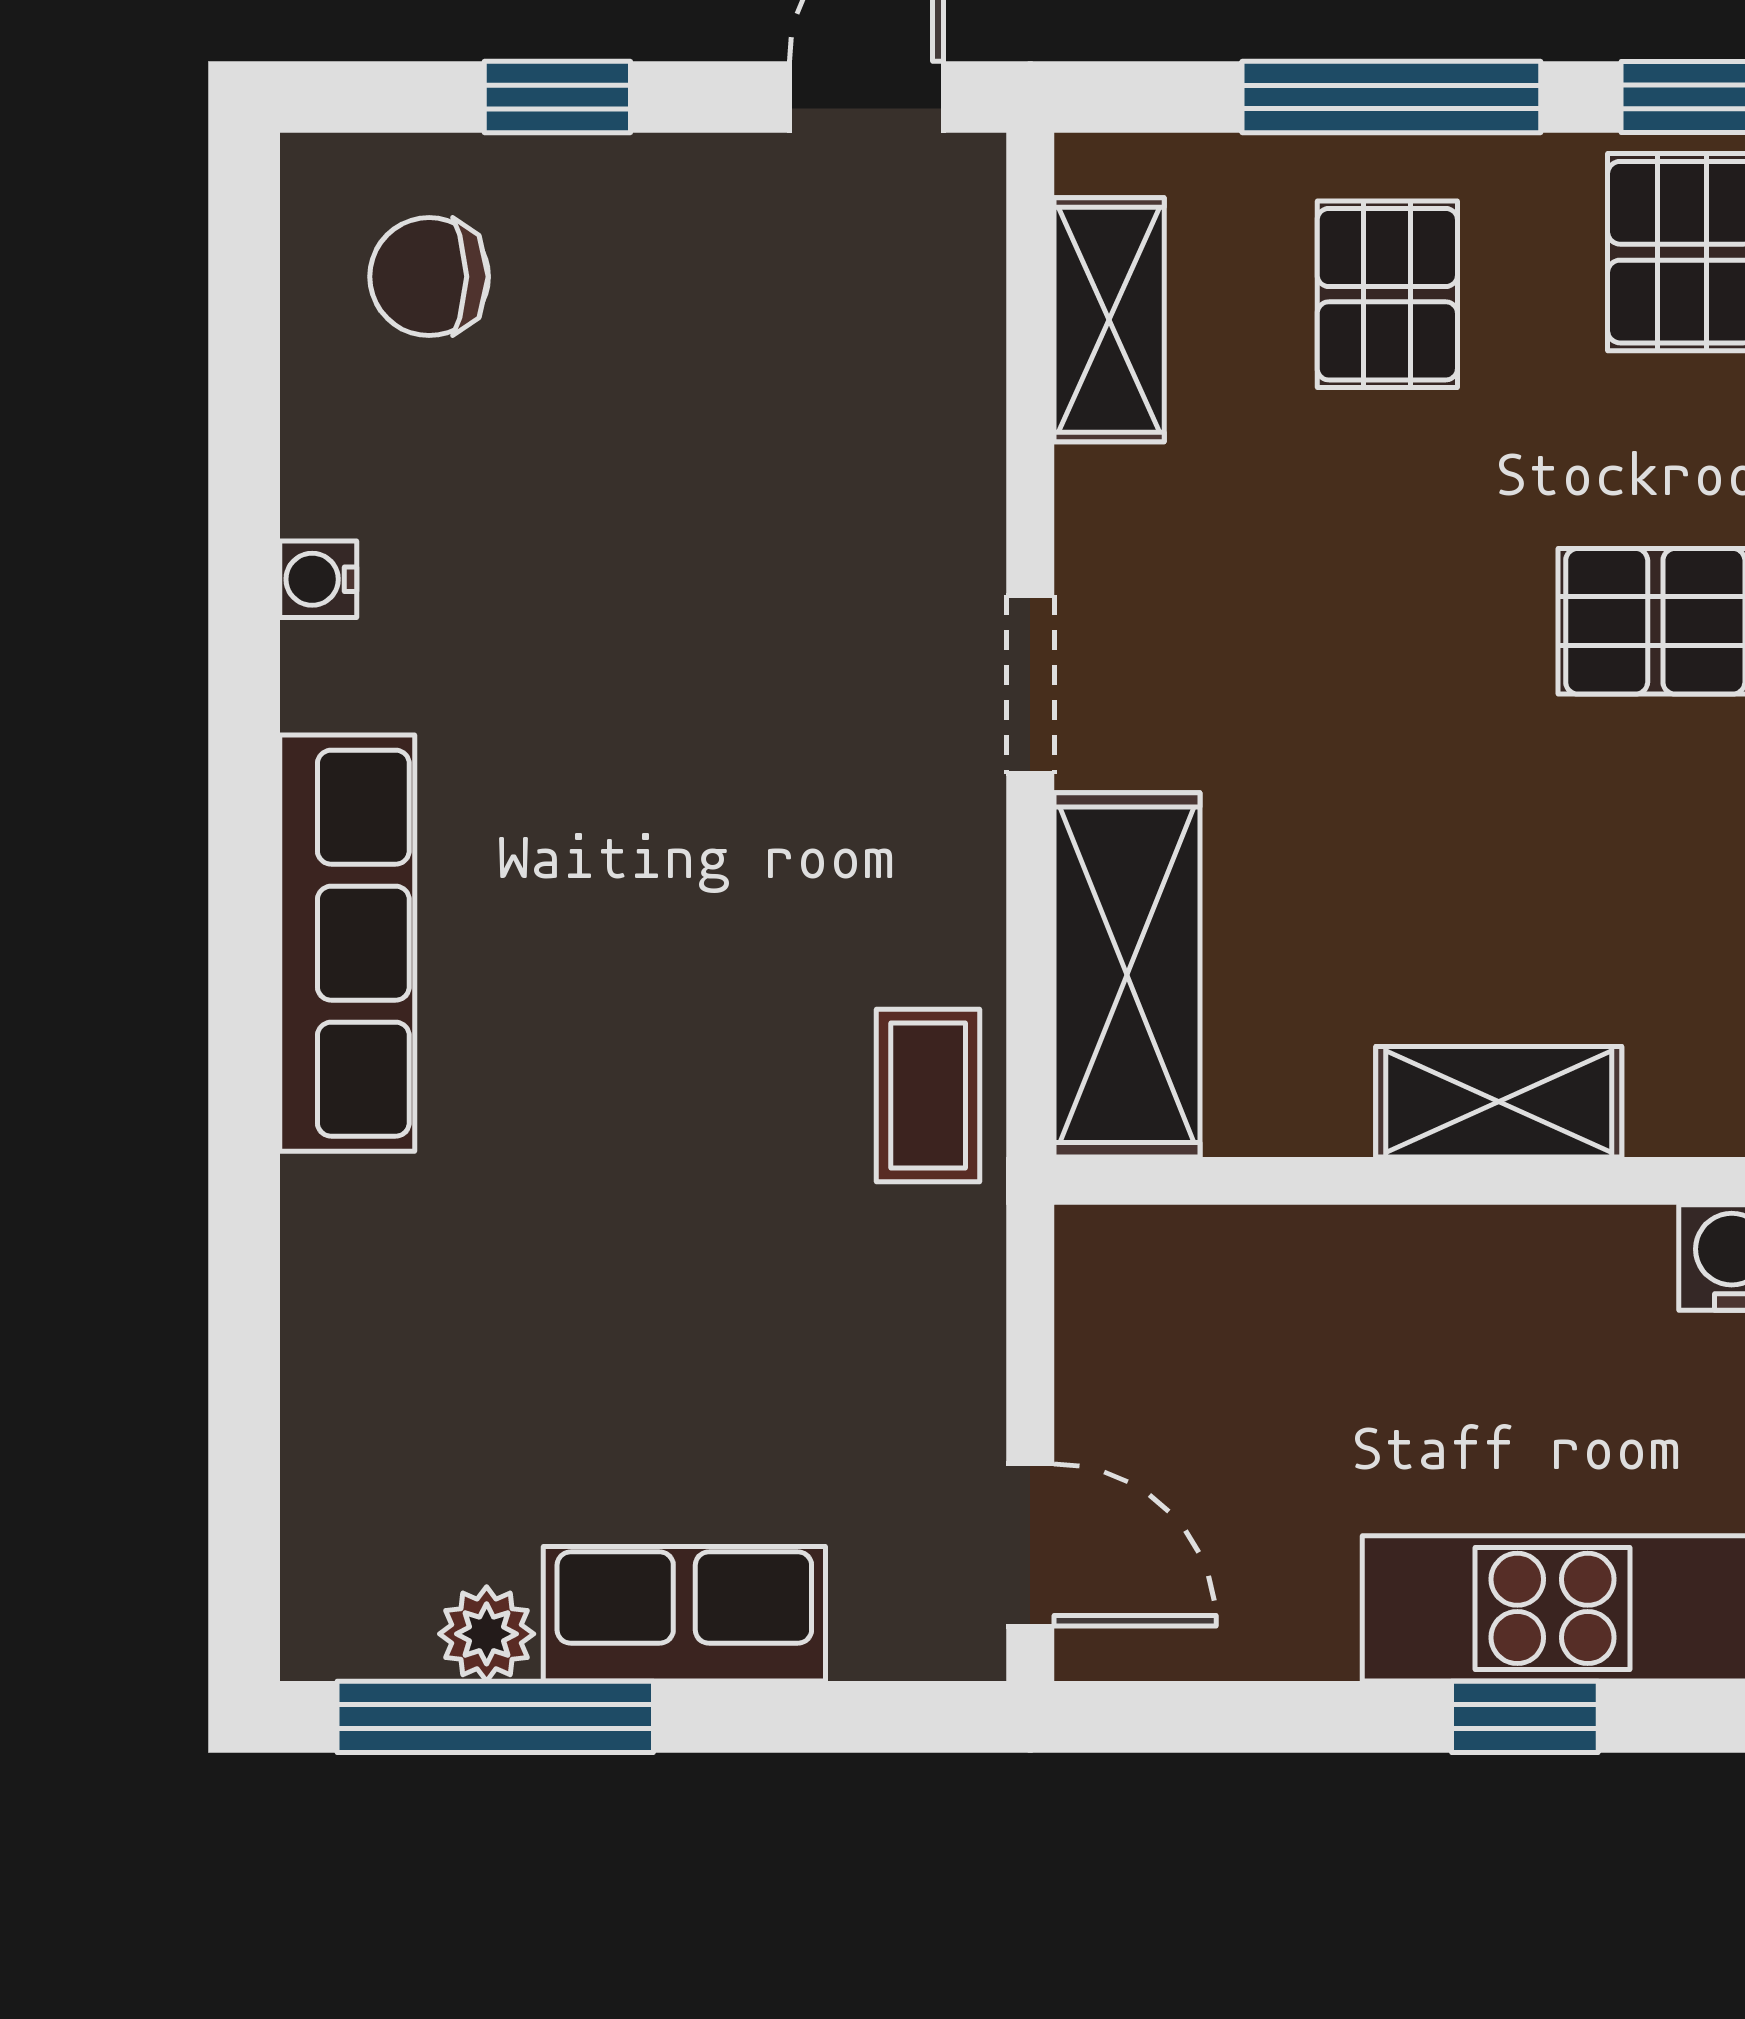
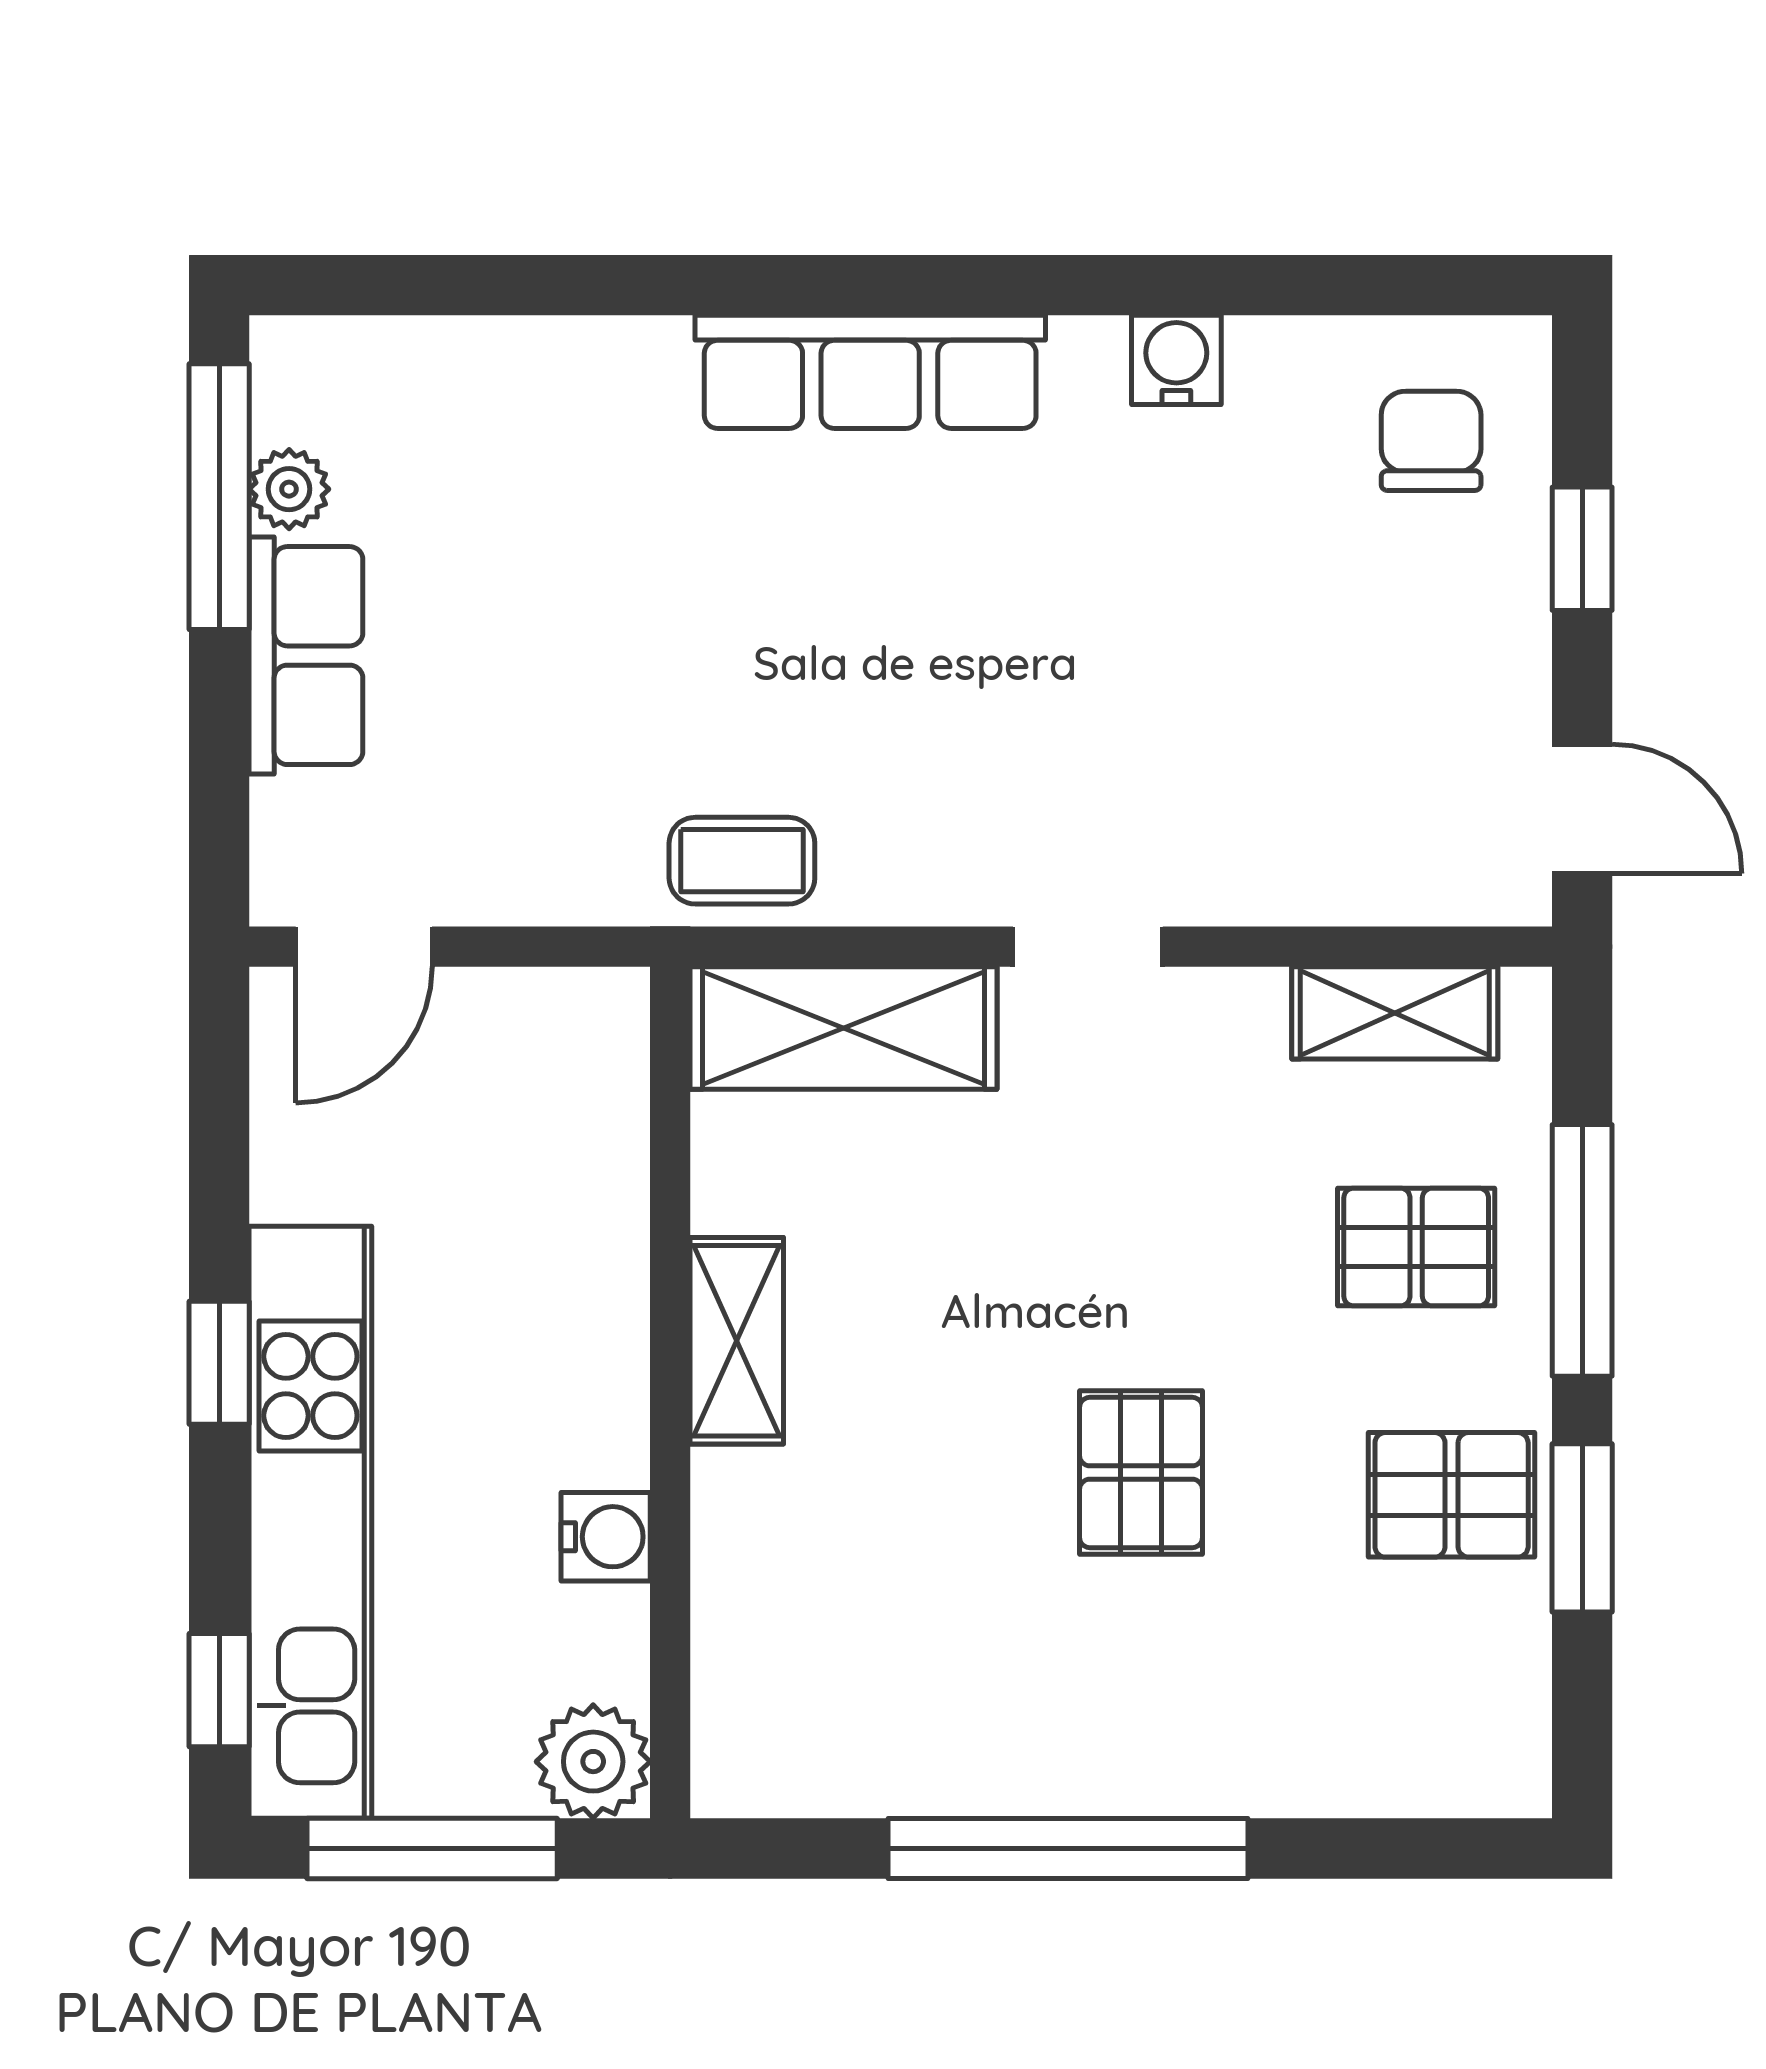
water cooler: (318, 579) -> (1176, 360), width x1.38, depth x1.38

